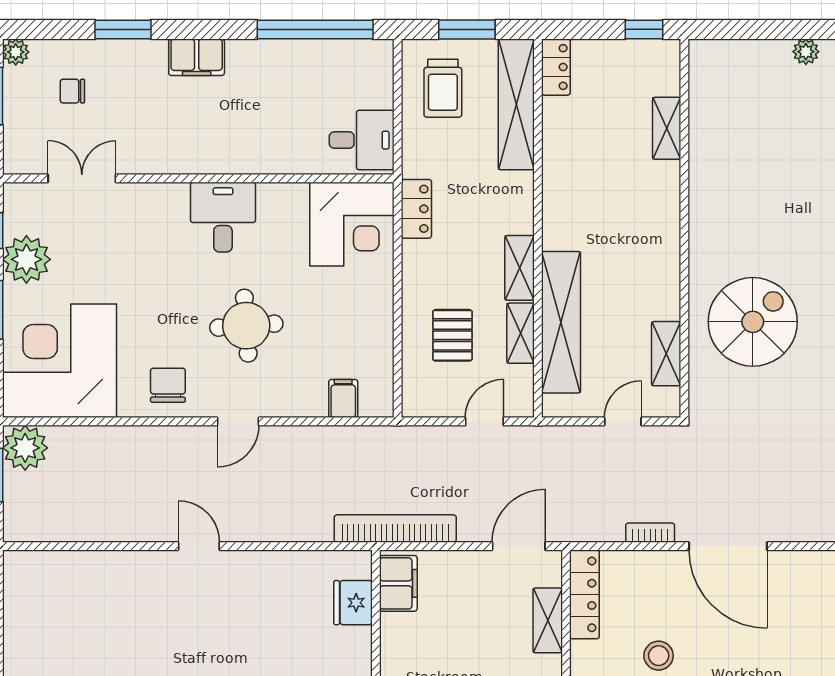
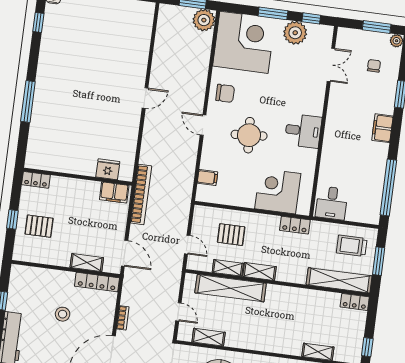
corner desk: (352, 224) -> (278, 191), moved, turned 90

